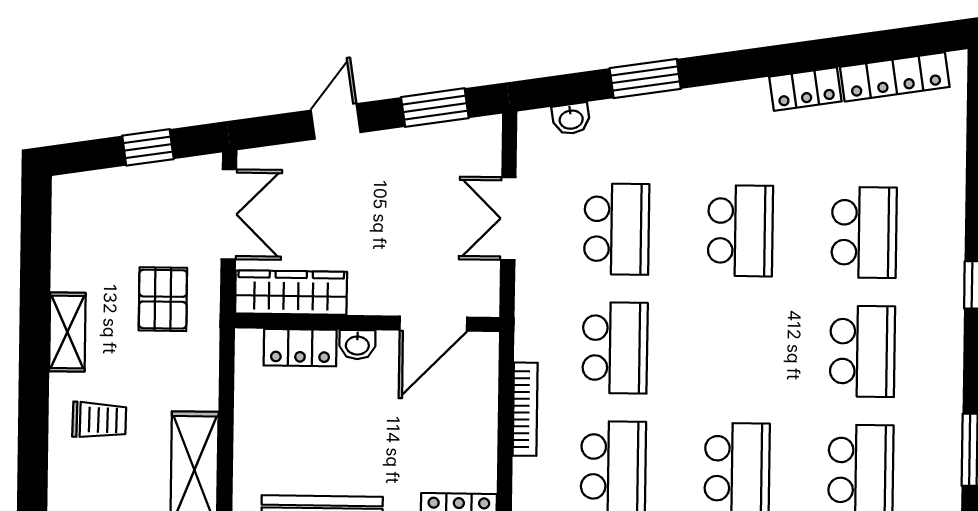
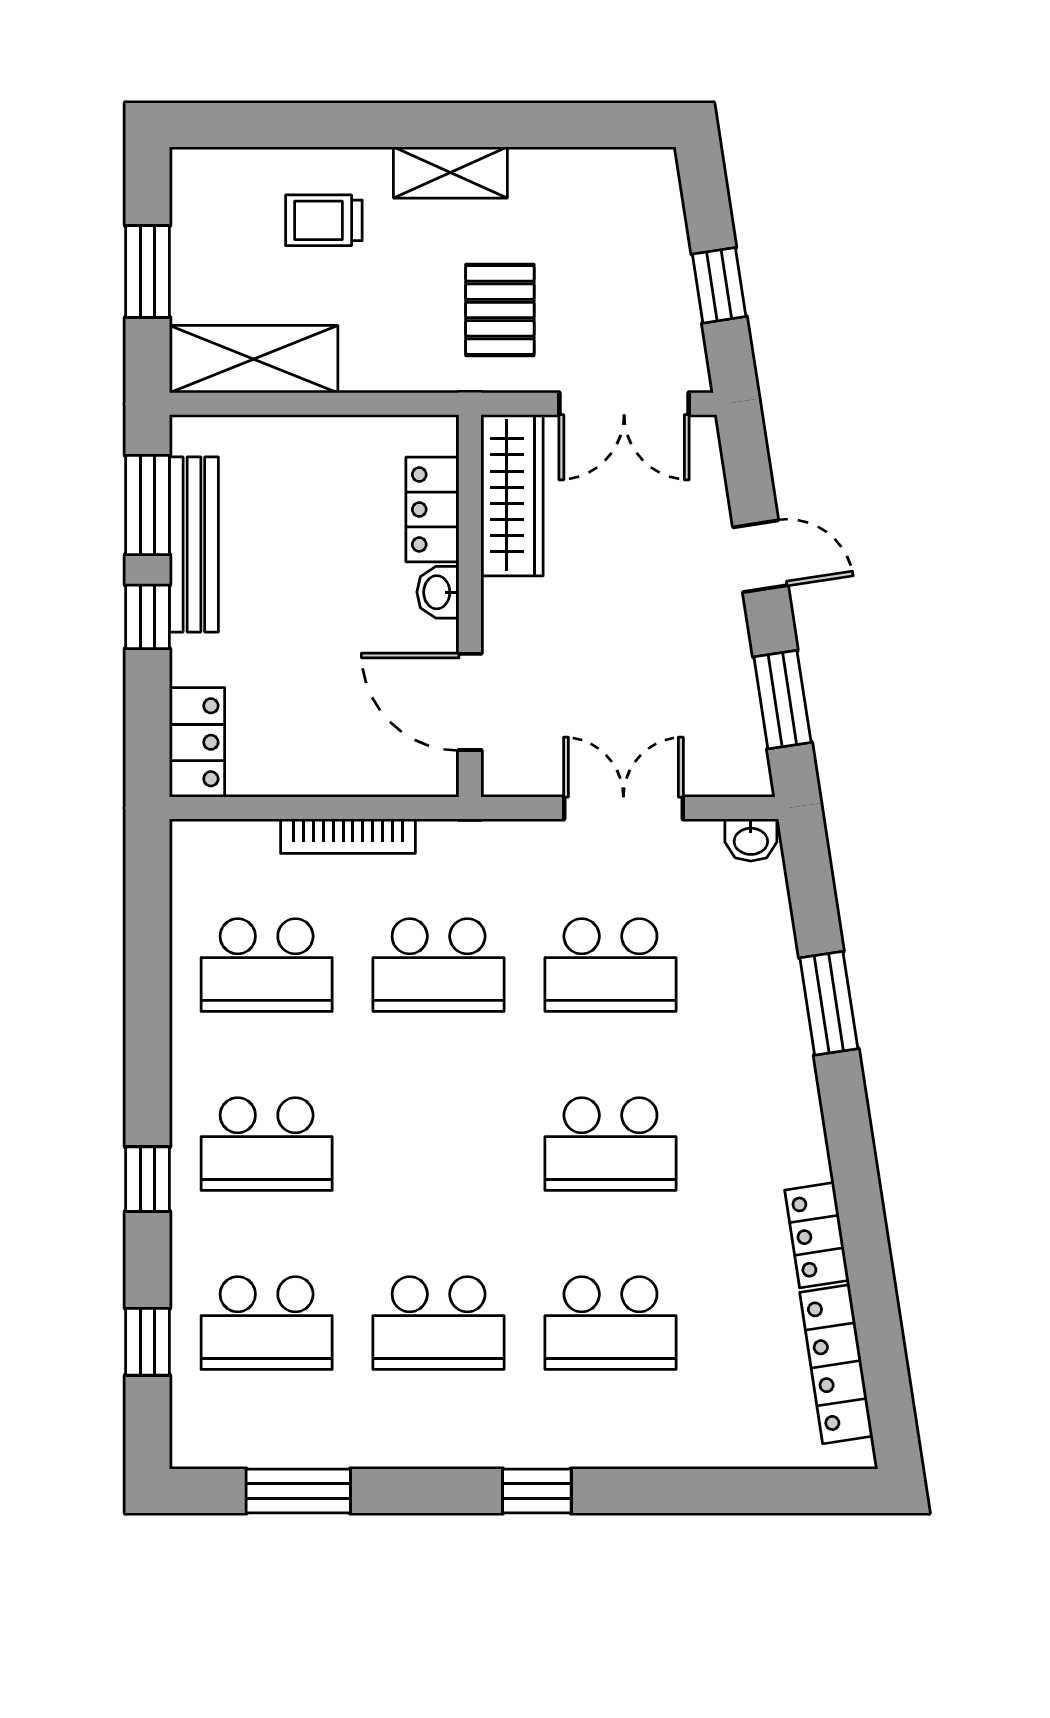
washbasin: (571, 119) -> (751, 840), moved, turned -81
pallet: (163, 299) -> (500, 310), turned 90
trolley: (99, 420) -> (324, 220), turned 89

